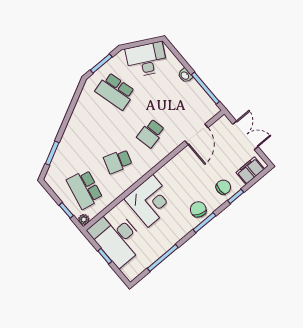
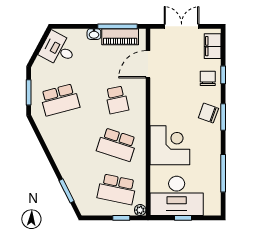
desk: (146, 59) -> (58, 49), width x0.73
piano: (199, 97) -> (120, 37), added
door: (196, 134) -> (148, 64), swing flipped
school desk: (118, 161) -> (117, 145), width x1.85

